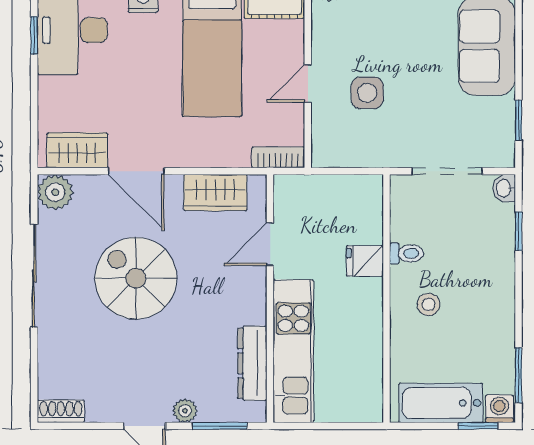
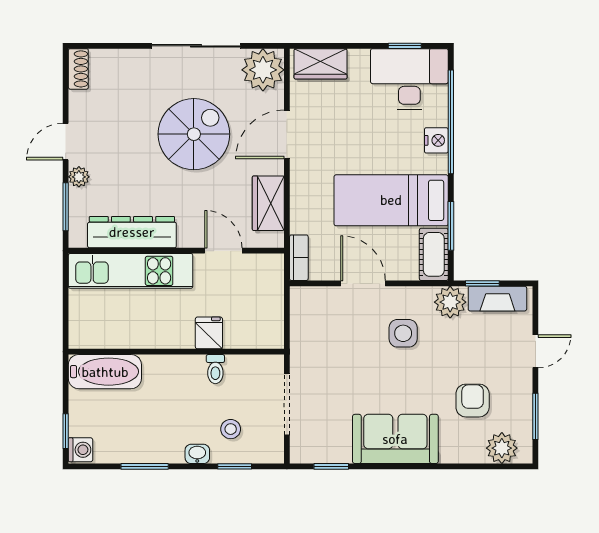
door: (308, 84) -> (363, 283), width x1.38
side table: (367, 93) -> (403, 333), moved
wardrobe: (77, 150) -> (321, 64), moved, turned 90
washbasin: (504, 188) -> (197, 454), moved
plant: (55, 192) -> (263, 70), width x1.36, depth x1.36
stool: (429, 304) -> (231, 429), moved
dresser: (252, 363) -> (132, 232), width x1.37, depth x1.24
window: (519, 375) -> (145, 466), moved
bathtub: (441, 403) -> (105, 372), moved, turned 90

